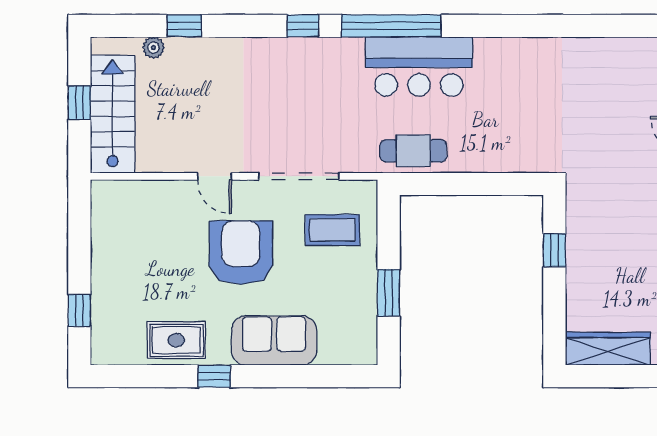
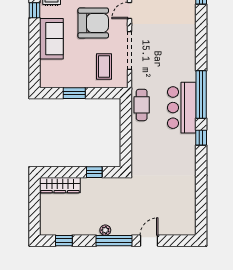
window: (303, 26) -> (201, 138), moved
wardrobe: (608, 349) -> (60, 185), moved, turned 90

